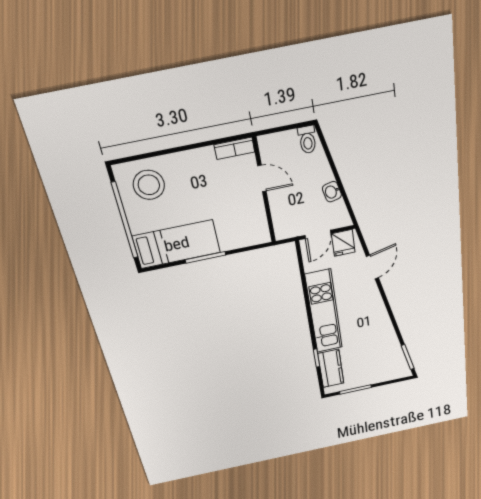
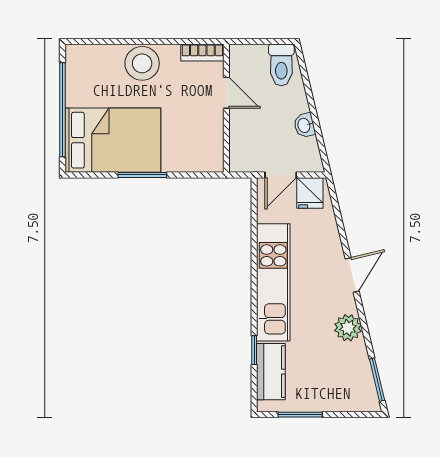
toilet: (307, 140) -> (281, 65), width x1.37, depth x1.39
stool: (149, 185) -> (142, 63), moved
bed: (177, 244) -> (113, 140), width x1.50
door: (372, 267) -> (352, 275), moved
plant: (384, 329) -> (348, 328), added

